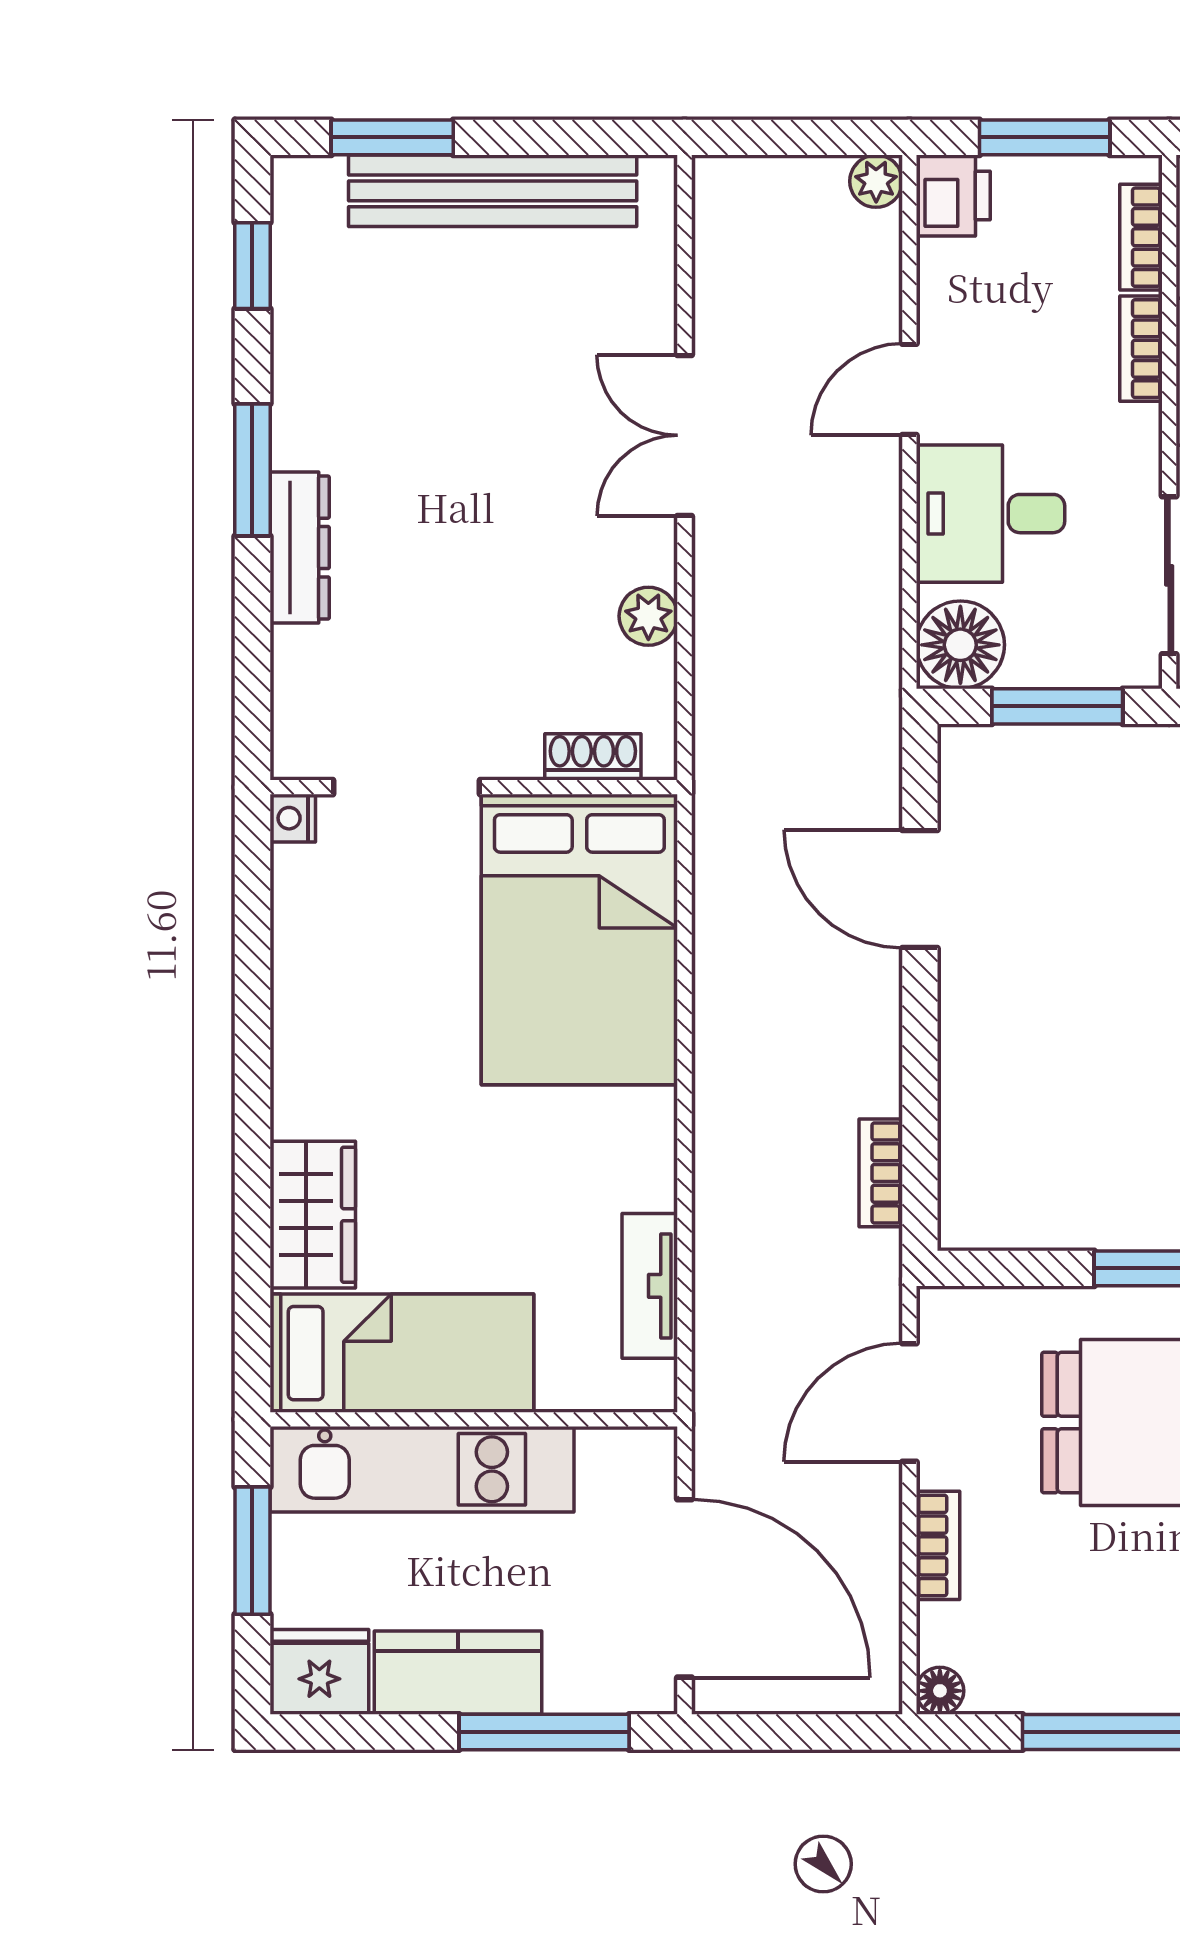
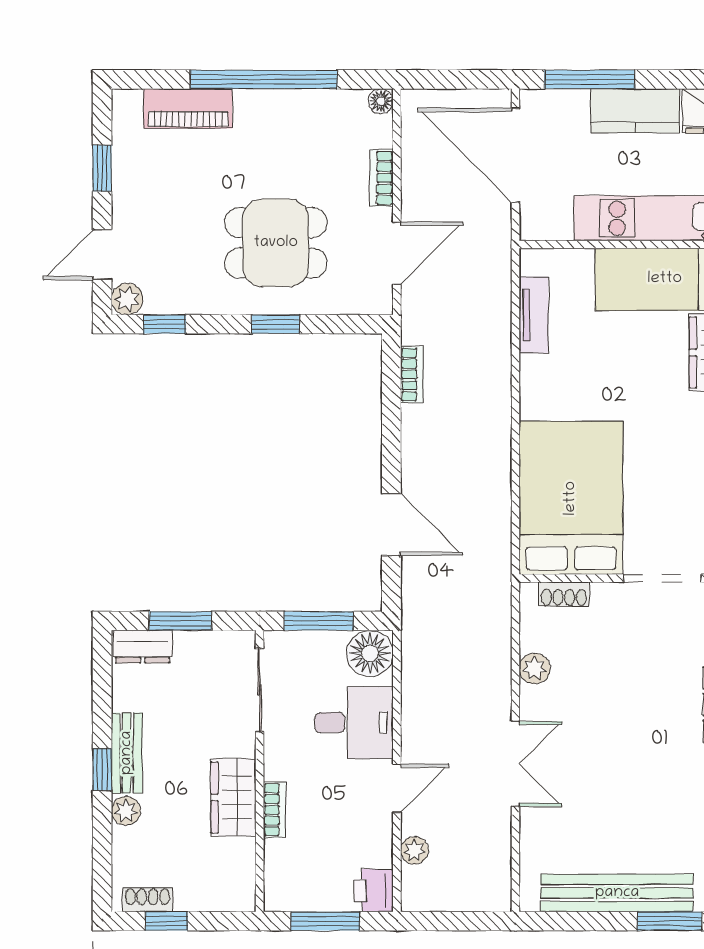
plant: (876, 181) -> (414, 850), moved
bookcase: (1141, 237) -> (275, 869), removed

